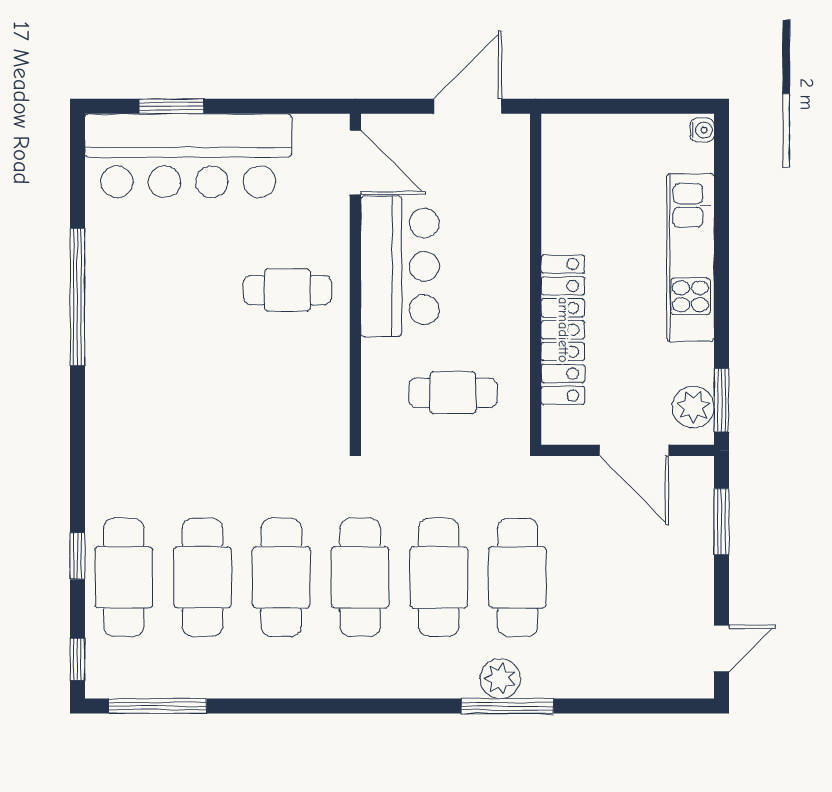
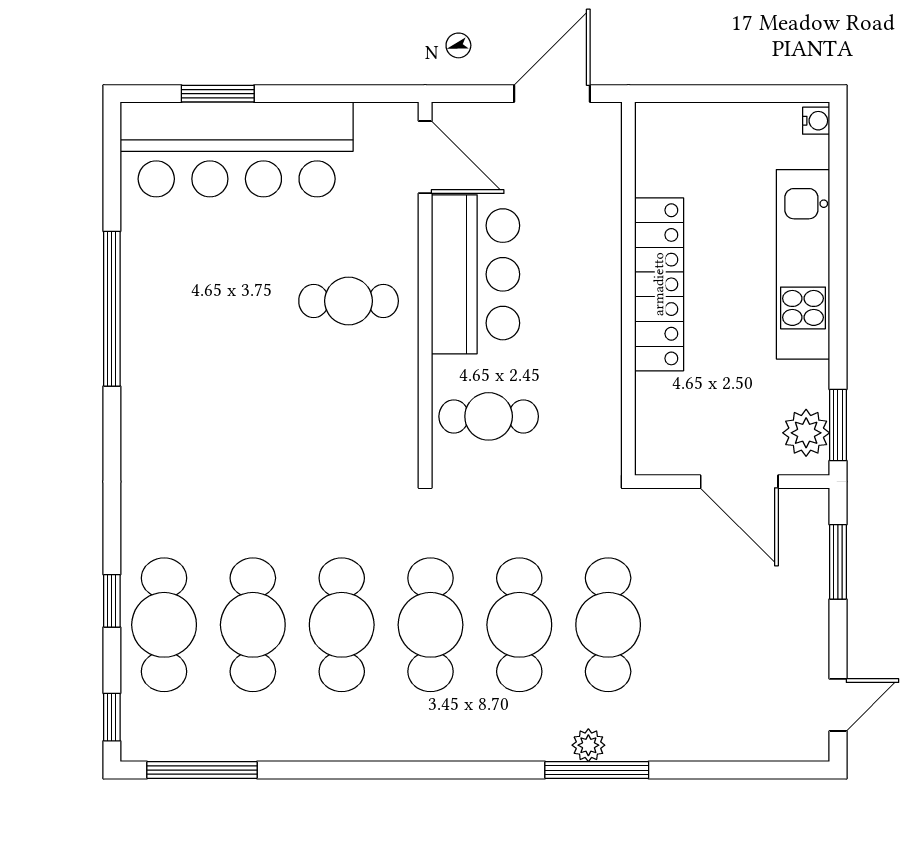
locker: (563, 330) -> (659, 284), moved
cafe table: (453, 393) -> (489, 416), moved
plant: (500, 679) -> (588, 745), width x0.73, depth x0.73

